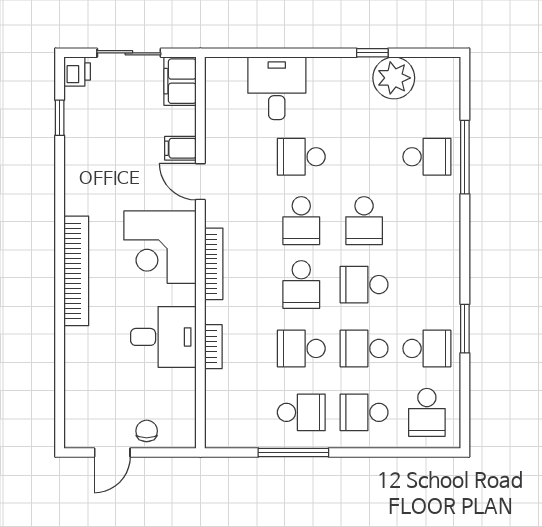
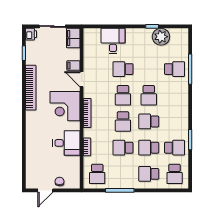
bookcase: (76, 271) -> (31, 88), moved
school desk: (301, 412) -> (97, 174), moved, turned 90

